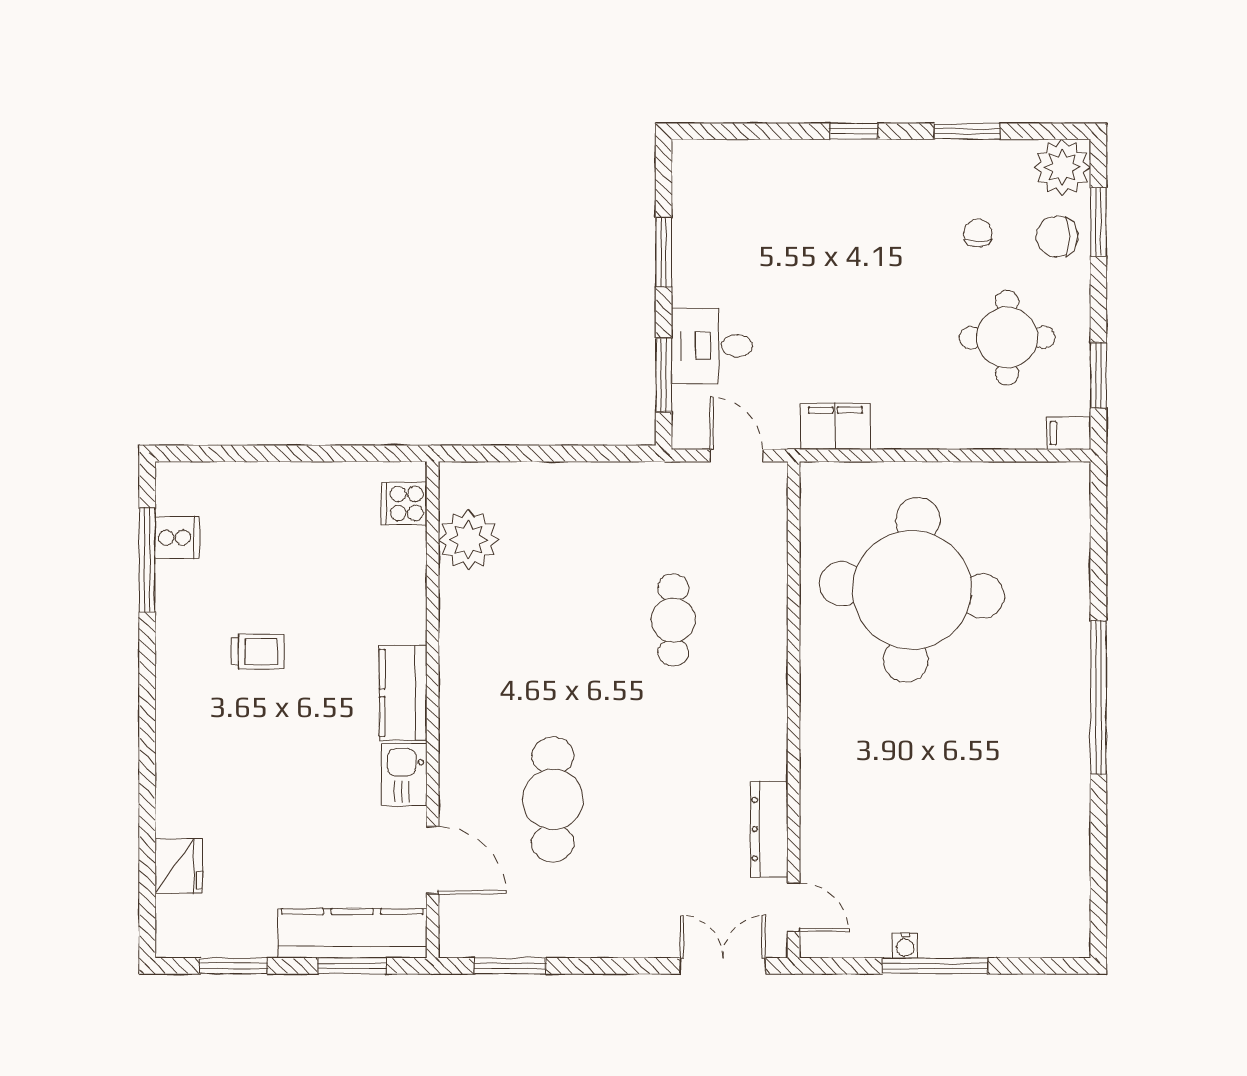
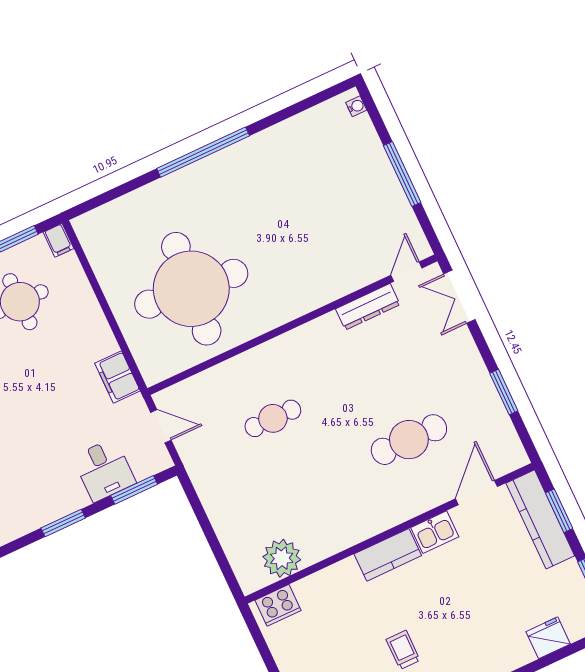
door: (736, 455) -> (161, 426), swing flipped
cooker: (404, 503) -> (278, 605), width x1.36
water cooler: (905, 946) -> (356, 106), moved
window: (510, 966) -> (504, 392), moved

